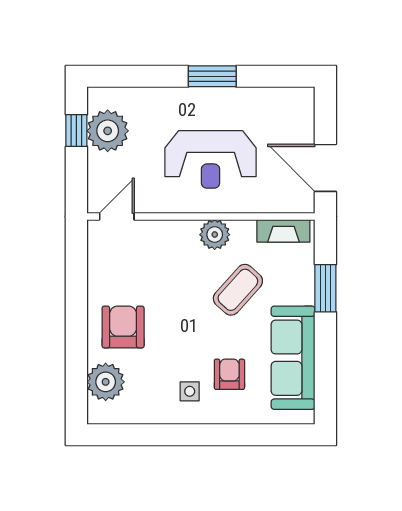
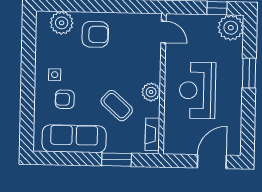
window: (212, 76) -> (249, 73), moved
plant: (108, 131) -> (231, 28), moved
door: (325, 168) -> (212, 162), moved
armchair: (229, 374) -> (65, 99), turned 180

